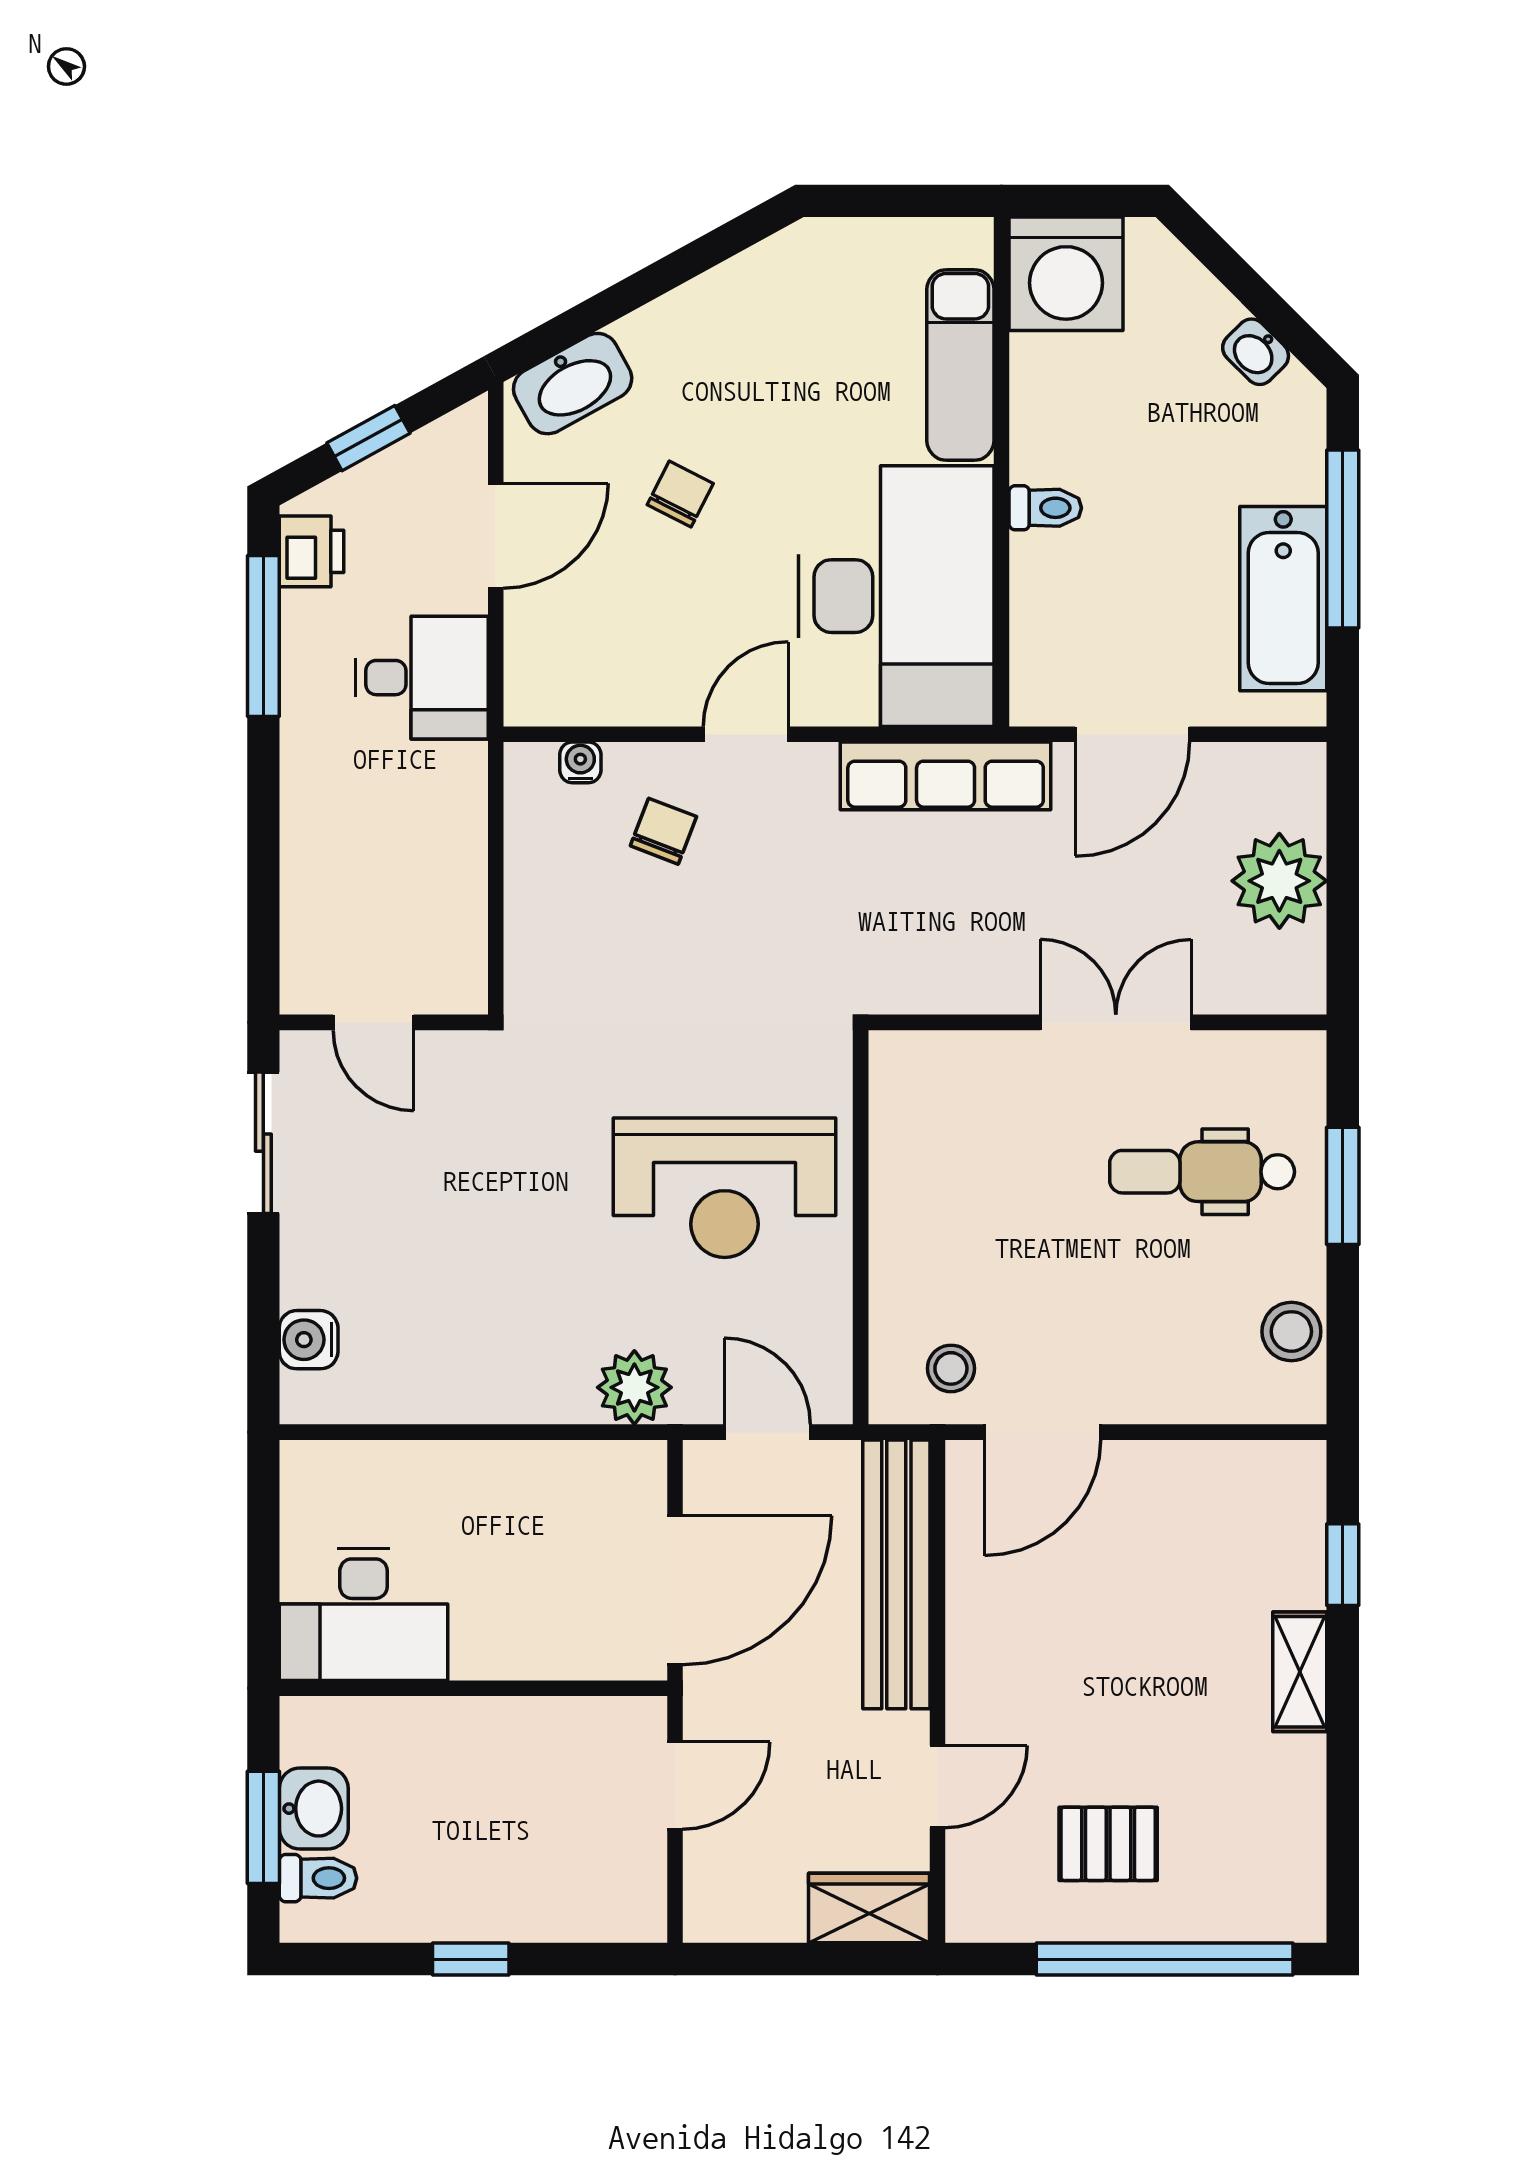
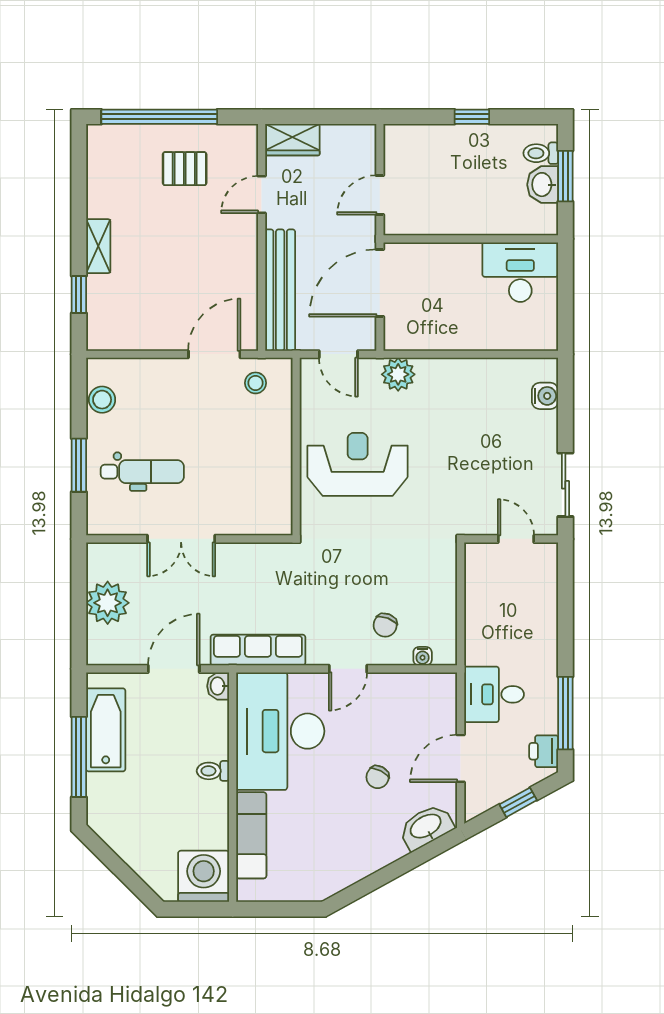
washbasin: (1256, 352) -> (218, 686), moved, turned -135

